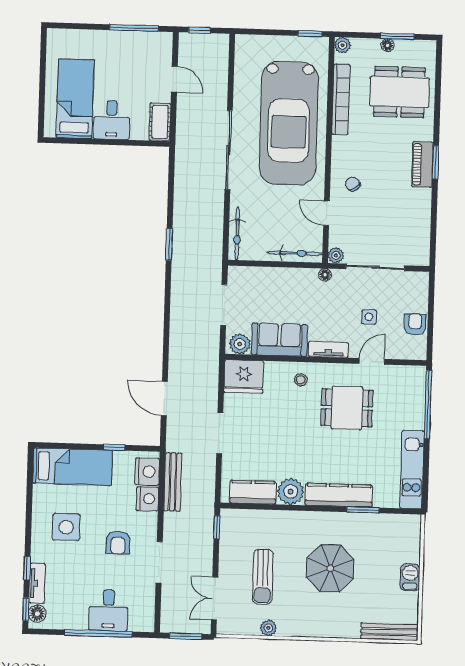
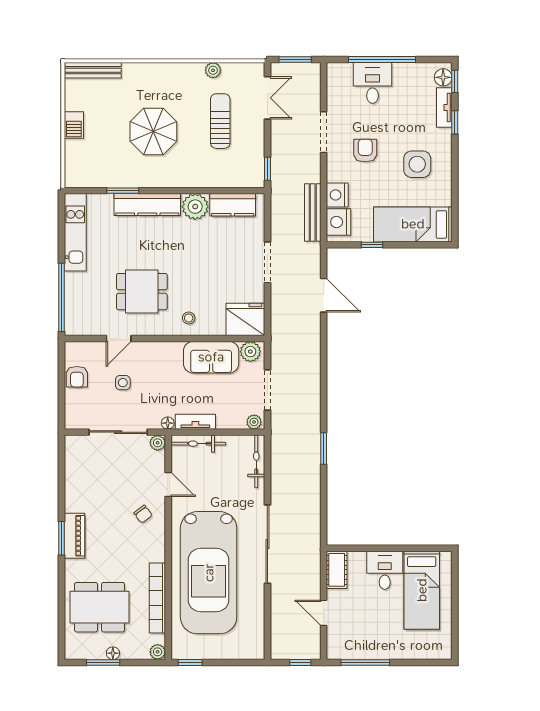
car: (289, 123) -> (209, 573), turned 180
plant: (238, 273) -> (254, 422), added
tv unit: (328, 350) -> (195, 422), moved, turned 180

